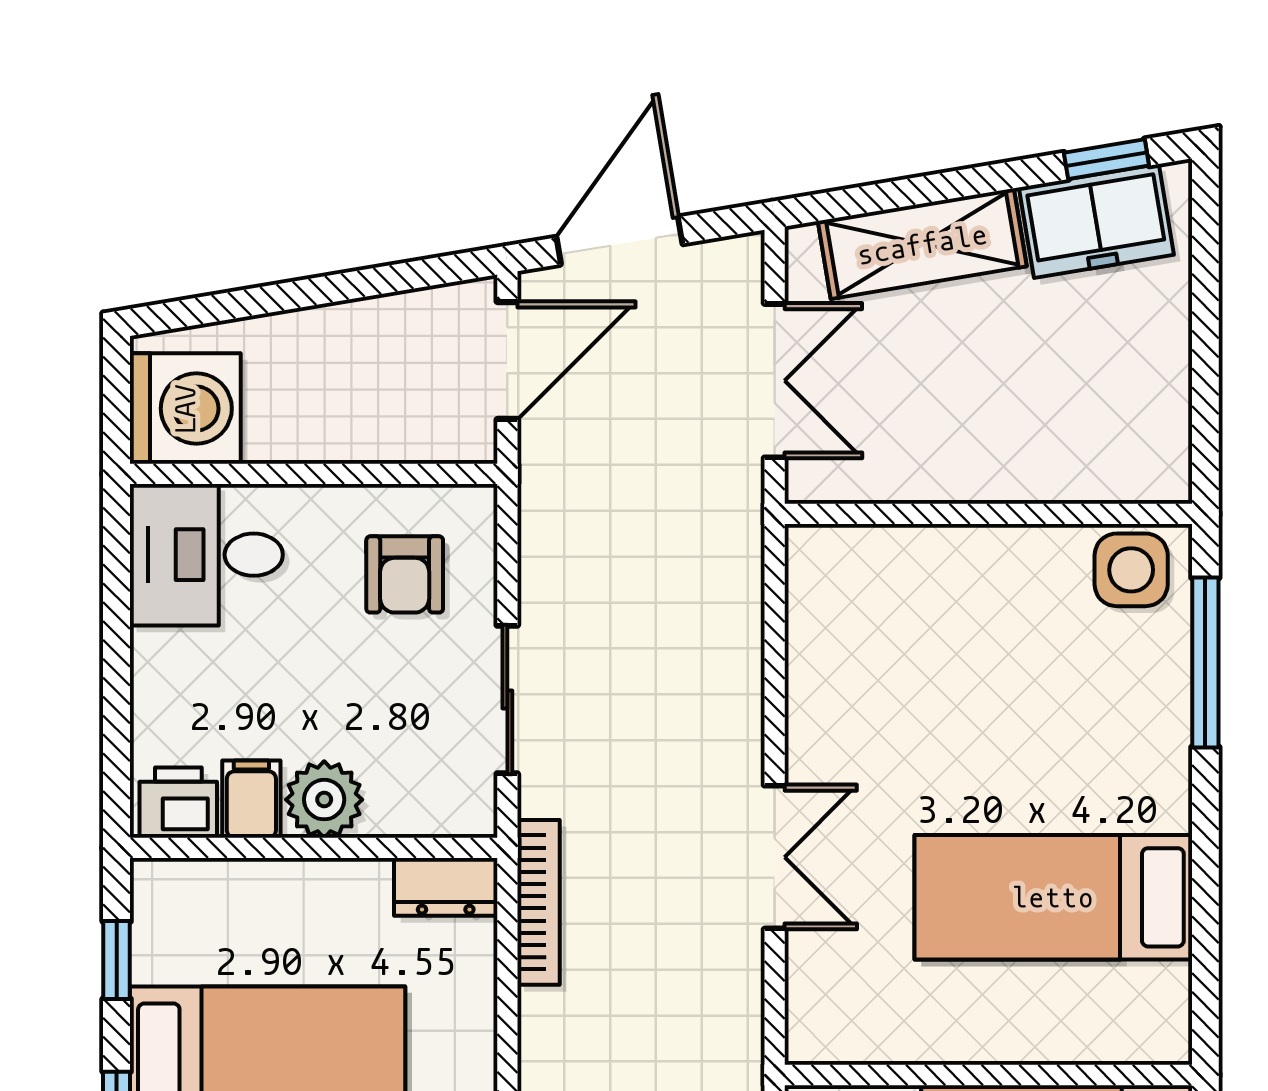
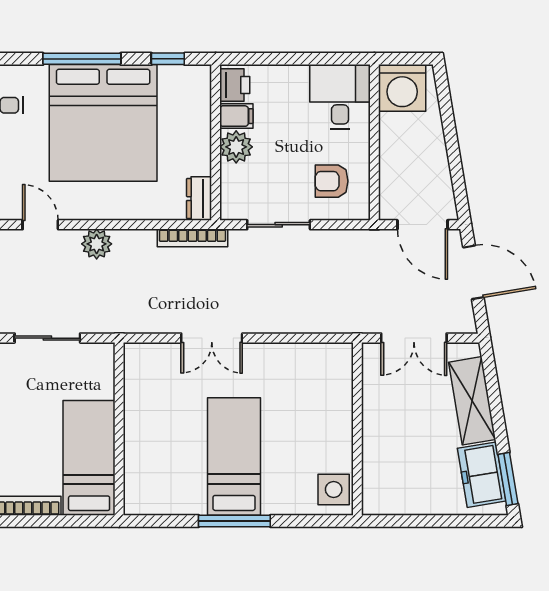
window: (1106, 159) -> (508, 479), width x1.50
window: (1205, 662) -> (234, 521), moved
bed: (1053, 897) -> (234, 456), moved

